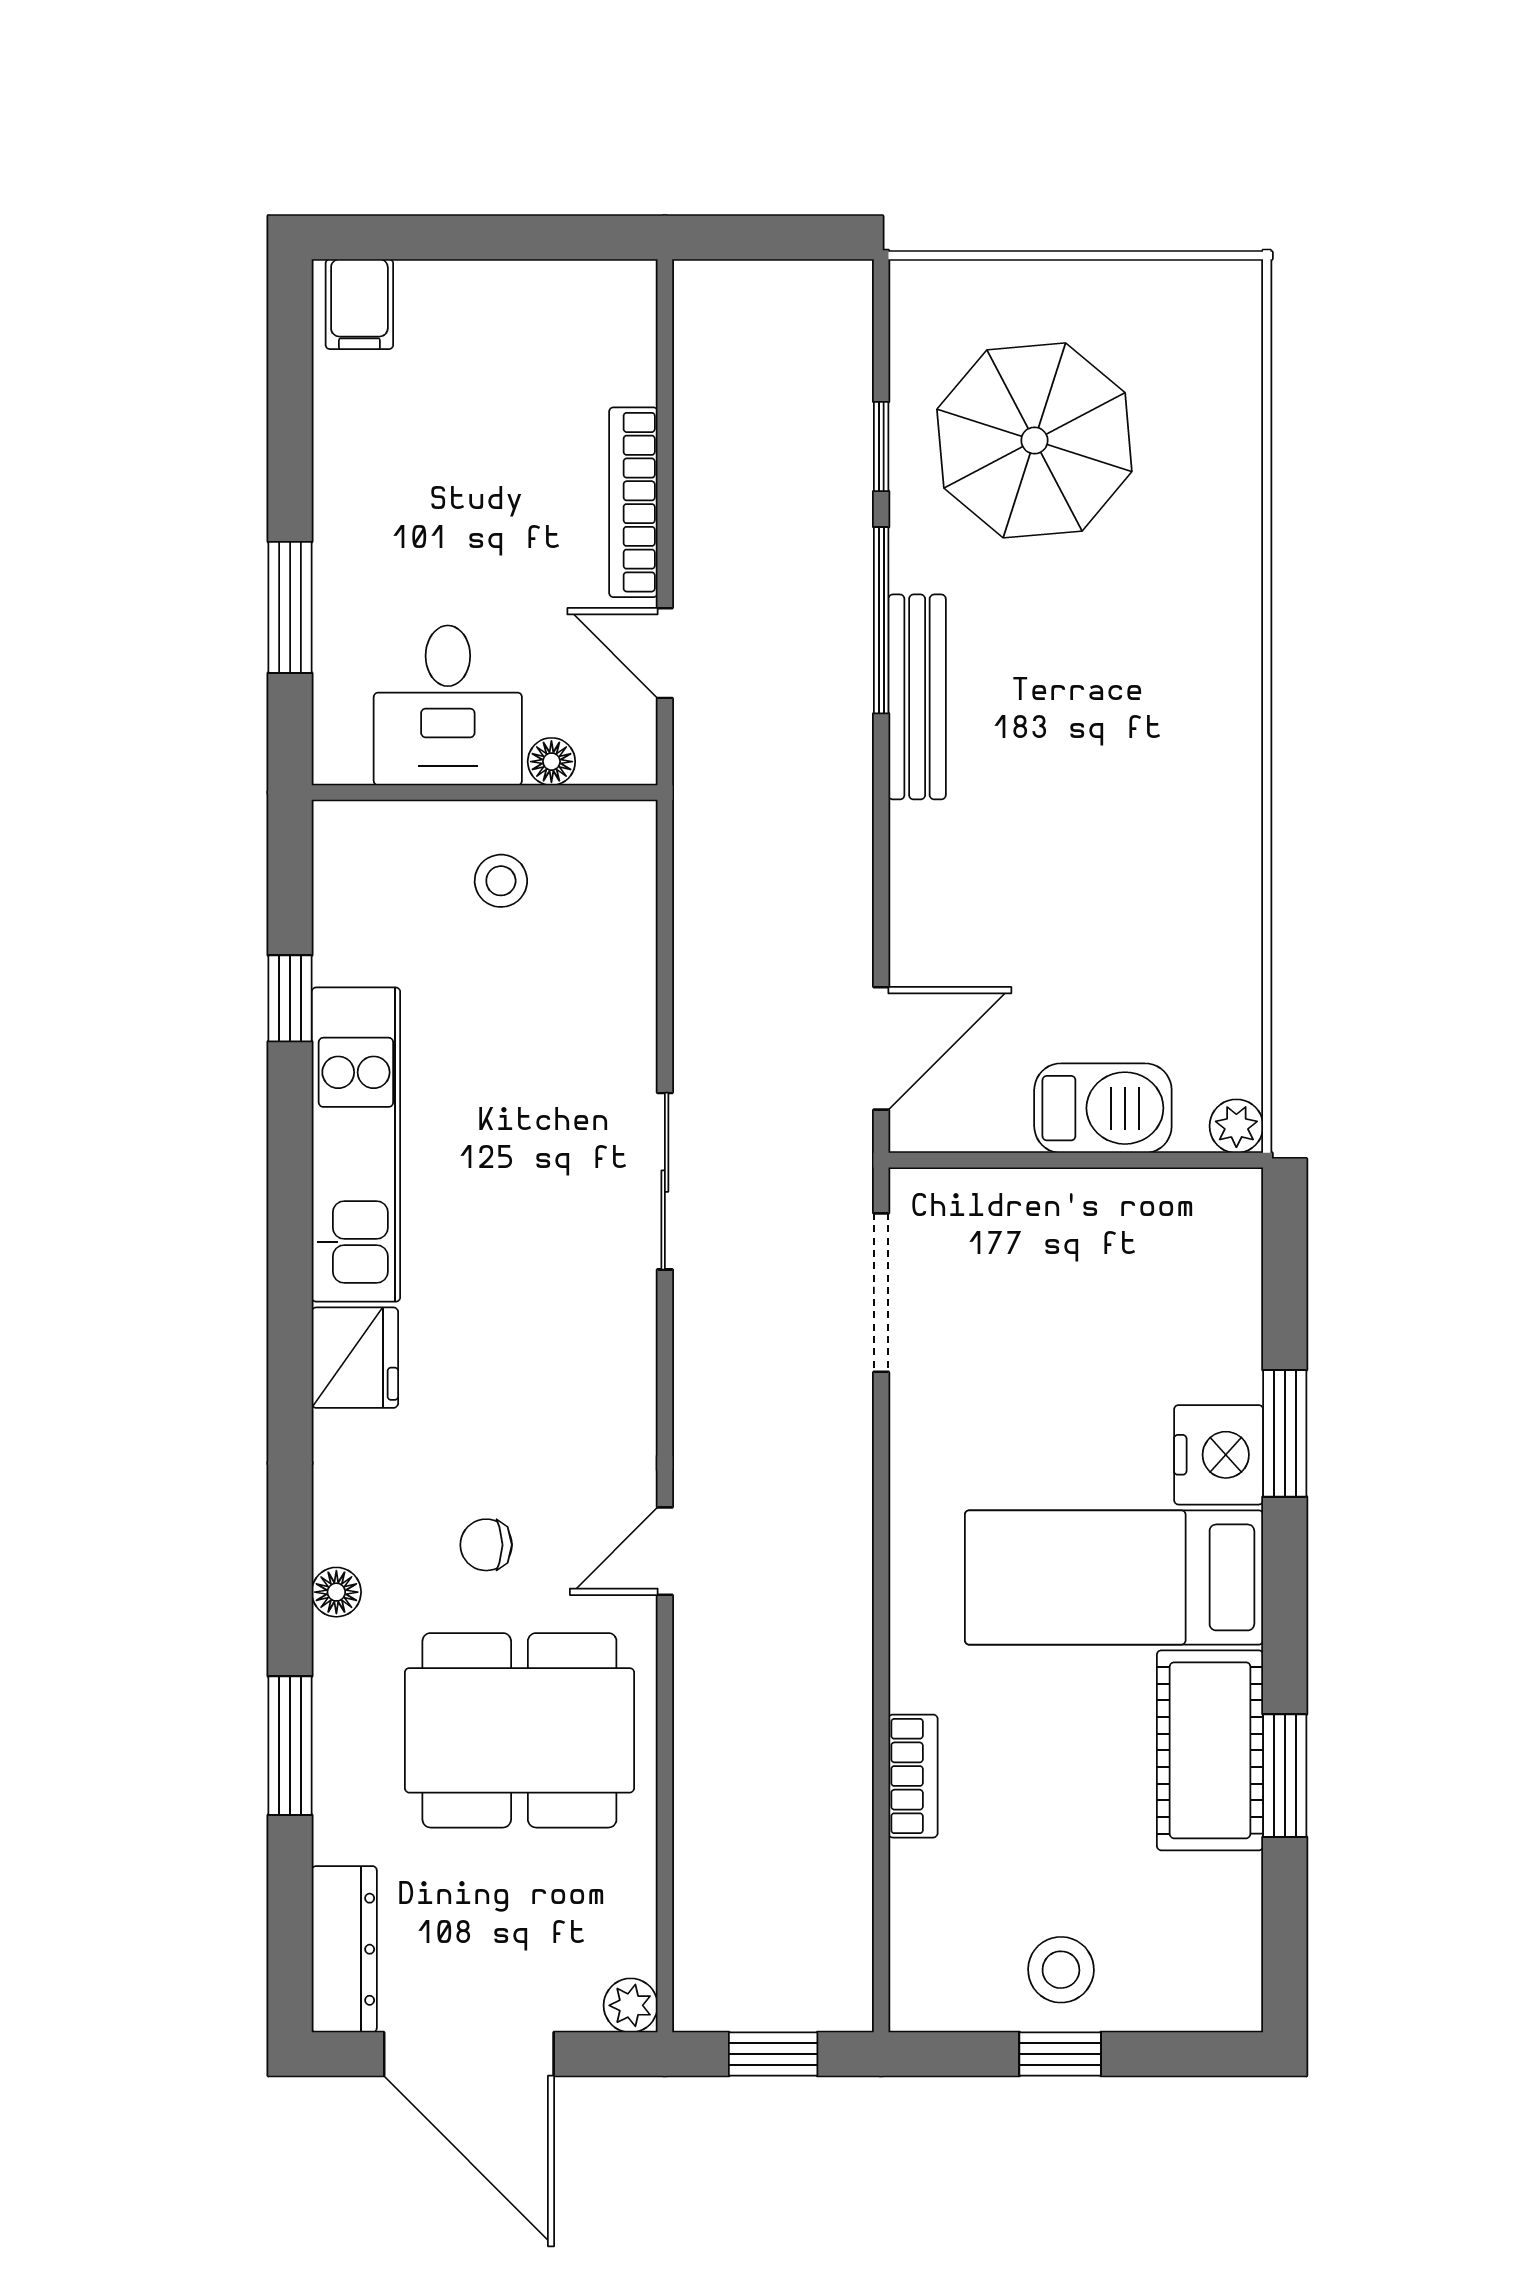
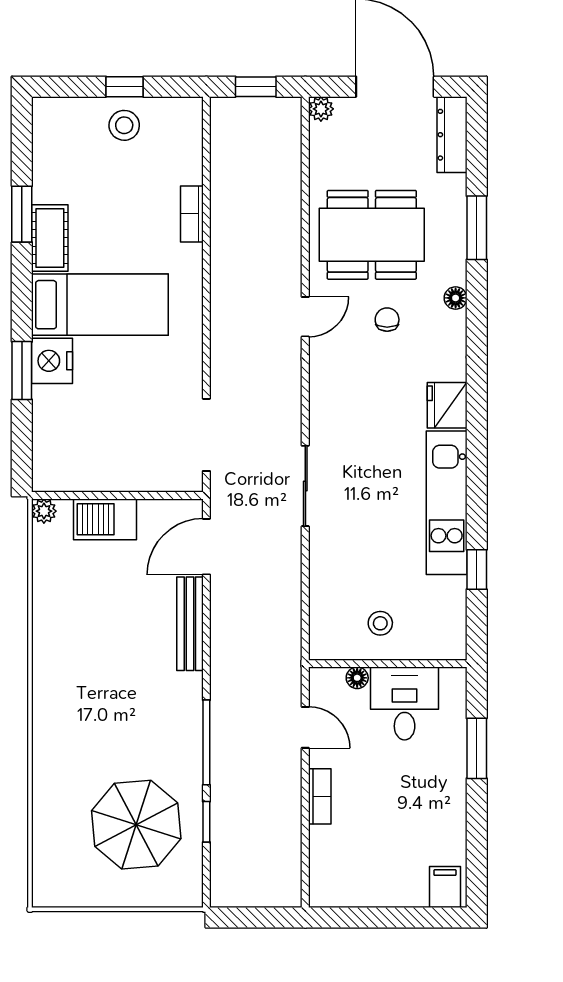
bookcase: (633, 502) -> (320, 796), width x0.64
bench: (917, 697) -> (190, 624), moved
chair: (486, 1545) -> (387, 320), turned -90
cot: (1210, 1750) -> (50, 238), width x0.73, depth x0.75

